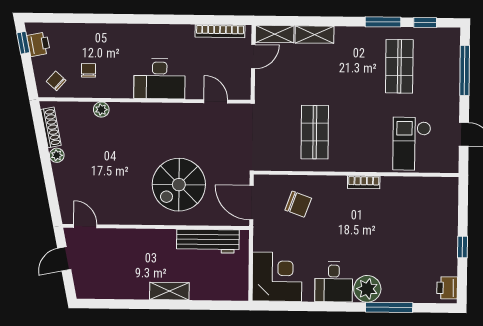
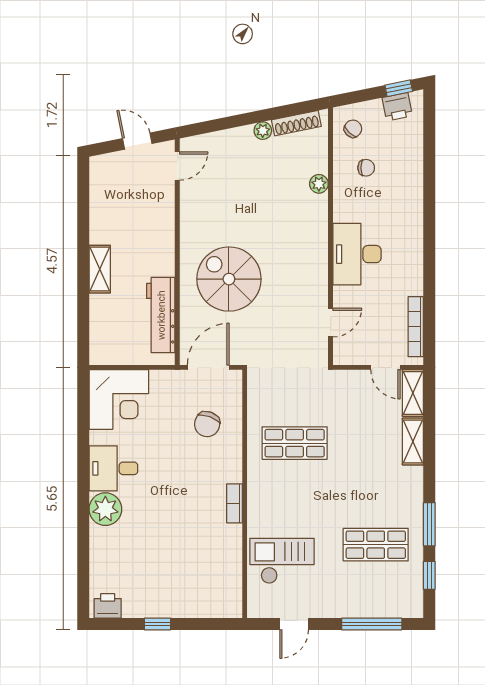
window: (389, 307) -> (83, 536), removed

